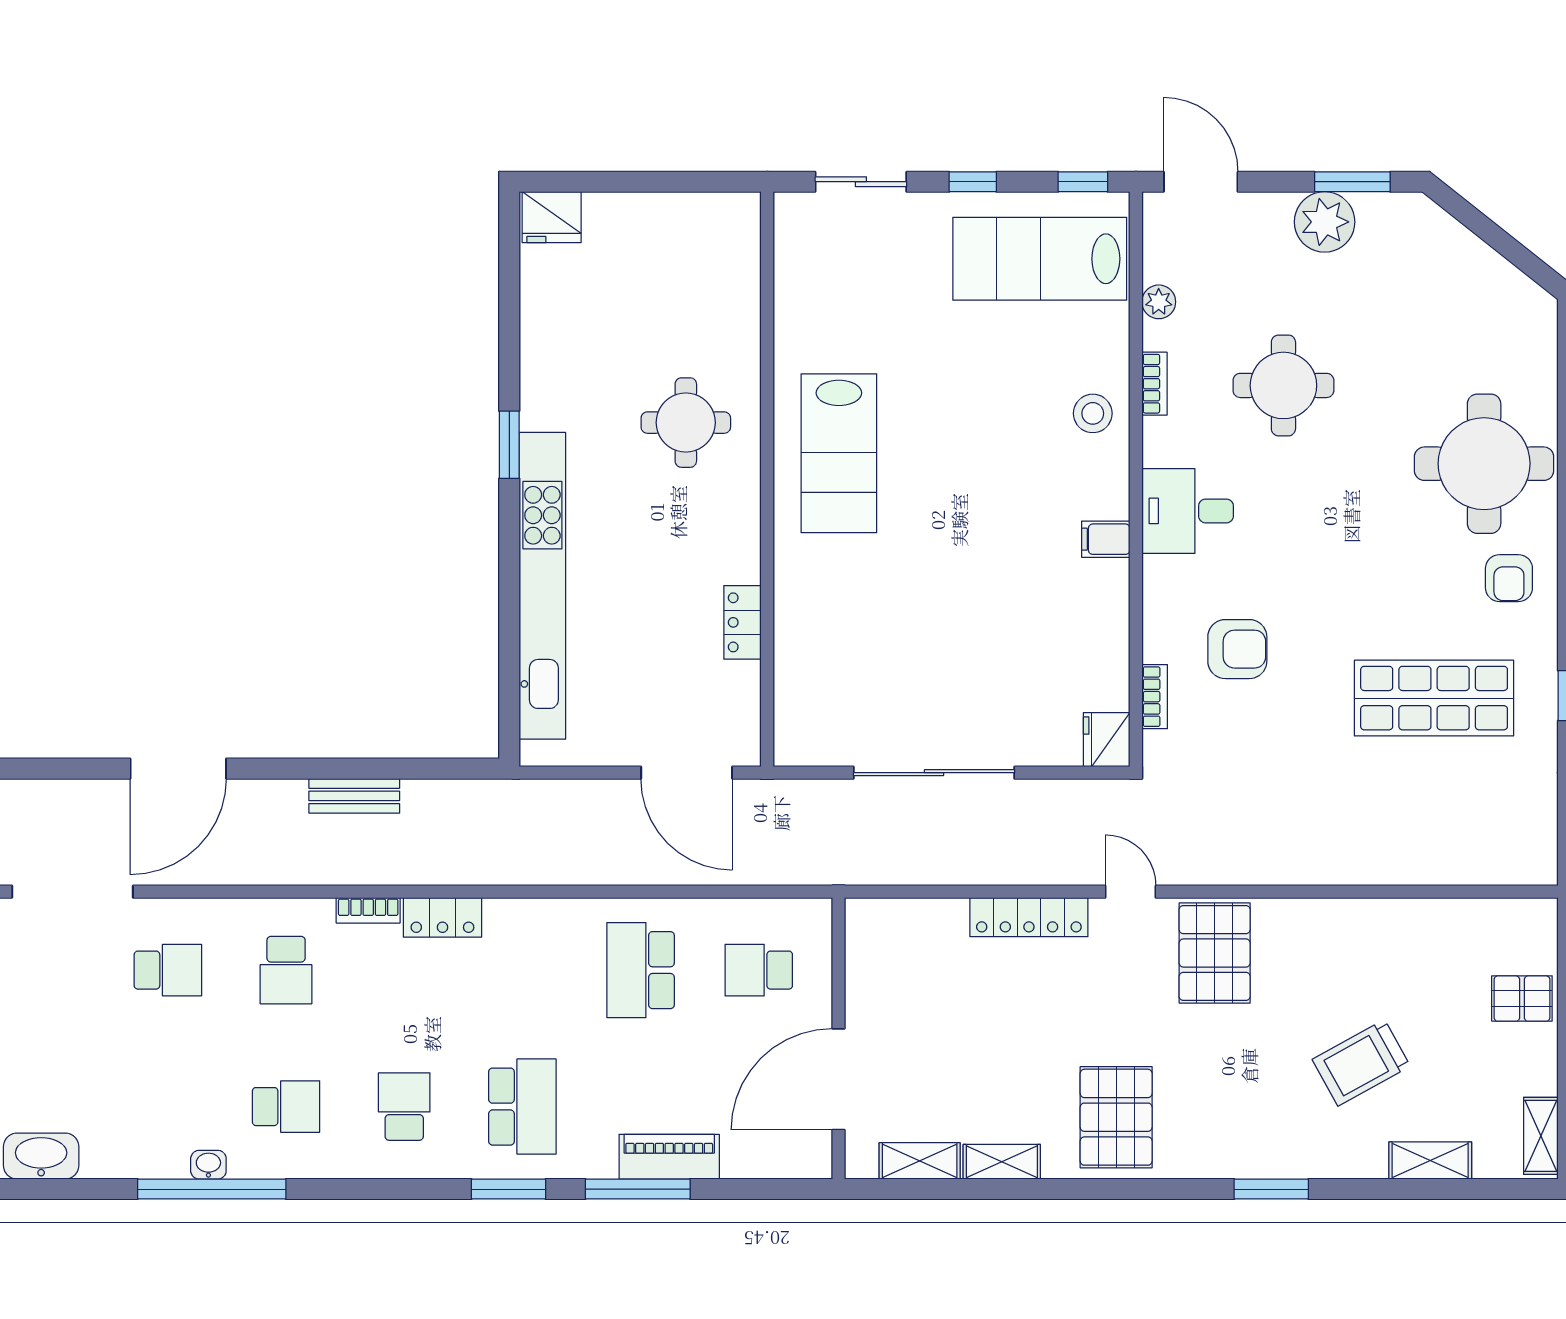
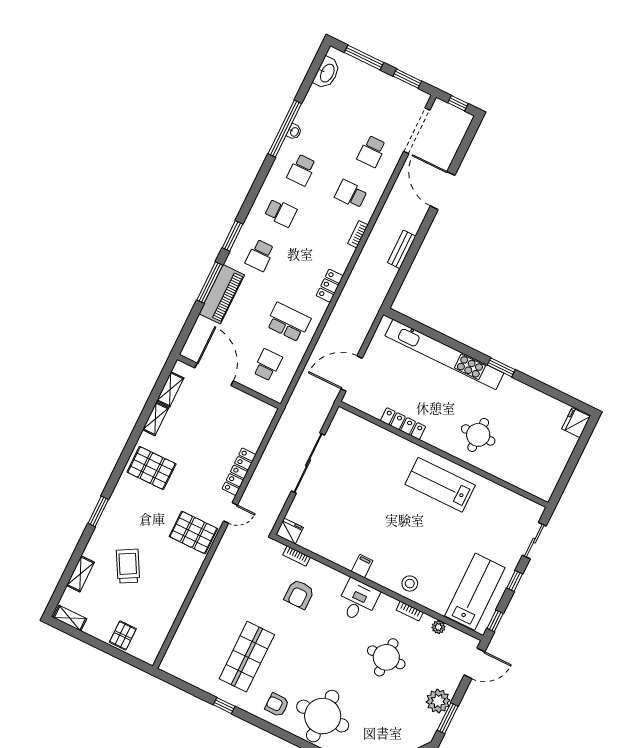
locker: (742, 622) -> (403, 424), width x1.53
locker: (442, 917) -> (330, 286), moved
school desk: (522, 1107) -> (260, 255), width x0.54
piano: (669, 1157) -> (222, 294), width x1.37, depth x1.33

